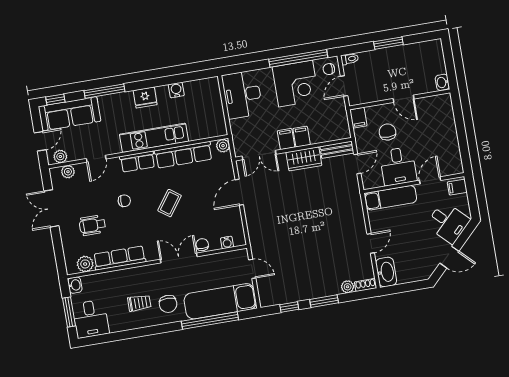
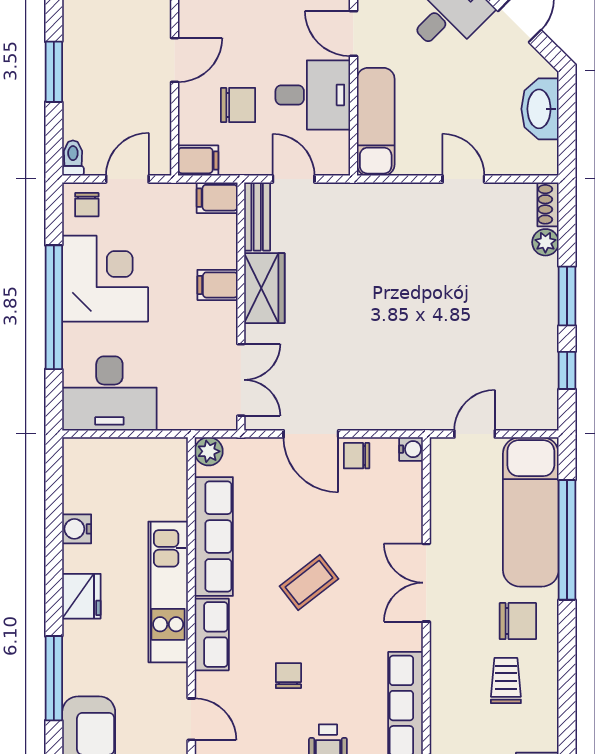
window: (298, 58) -> (54, 307), moved
door: (344, 86) -> (127, 179), swing flipped
chair: (387, 132) -> (238, 105), turned 180
filing cabinet: (286, 139) -> (217, 198), moved
coffee table: (170, 203) -> (309, 583), turned -74
water cooler: (227, 242) -> (411, 449), moved
chair: (202, 245) -> (357, 456), moved
washbasin: (386, 272) -> (540, 109), moved, turned -90

